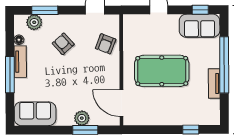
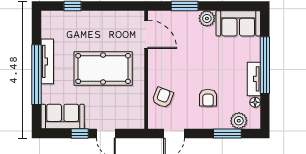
window: (200, 10) -> (80, 134), moved
armchair: (63, 44) -> (208, 98), turned 42
window: (10, 75) -> (265, 65), width x1.46
tv unit: (214, 84) -> (47, 61), width x1.41
plant: (82, 118) -> (207, 18), moved

